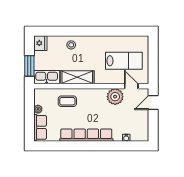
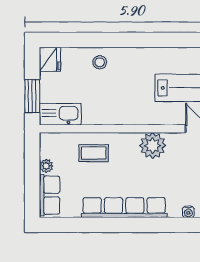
shelving: (77, 77) -> (109, 114), removed
plant: (115, 97) -> (153, 146), moved

